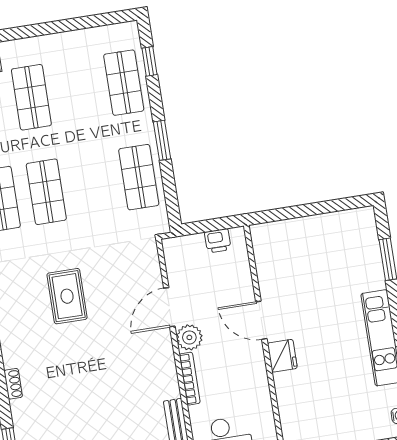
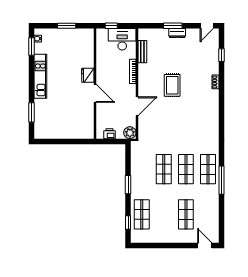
shop shelf: (139, 177) -> (164, 169), moved
rug: (67, 296) -> (172, 85), moved
plant: (189, 337) -> (130, 133), moved

